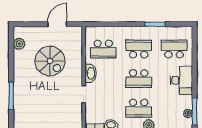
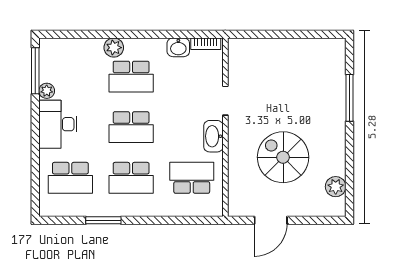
school desk: (139, 79) -> (131, 127), turned 180
school desk: (139, 108) -> (131, 77), turned 180
plant: (188, 113) -> (47, 91), moved

